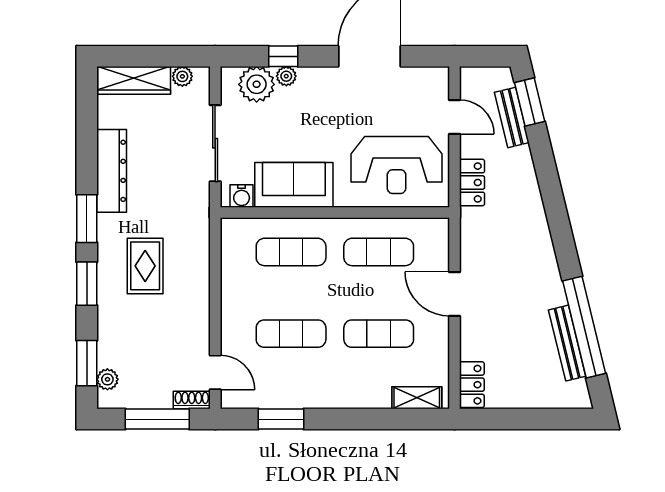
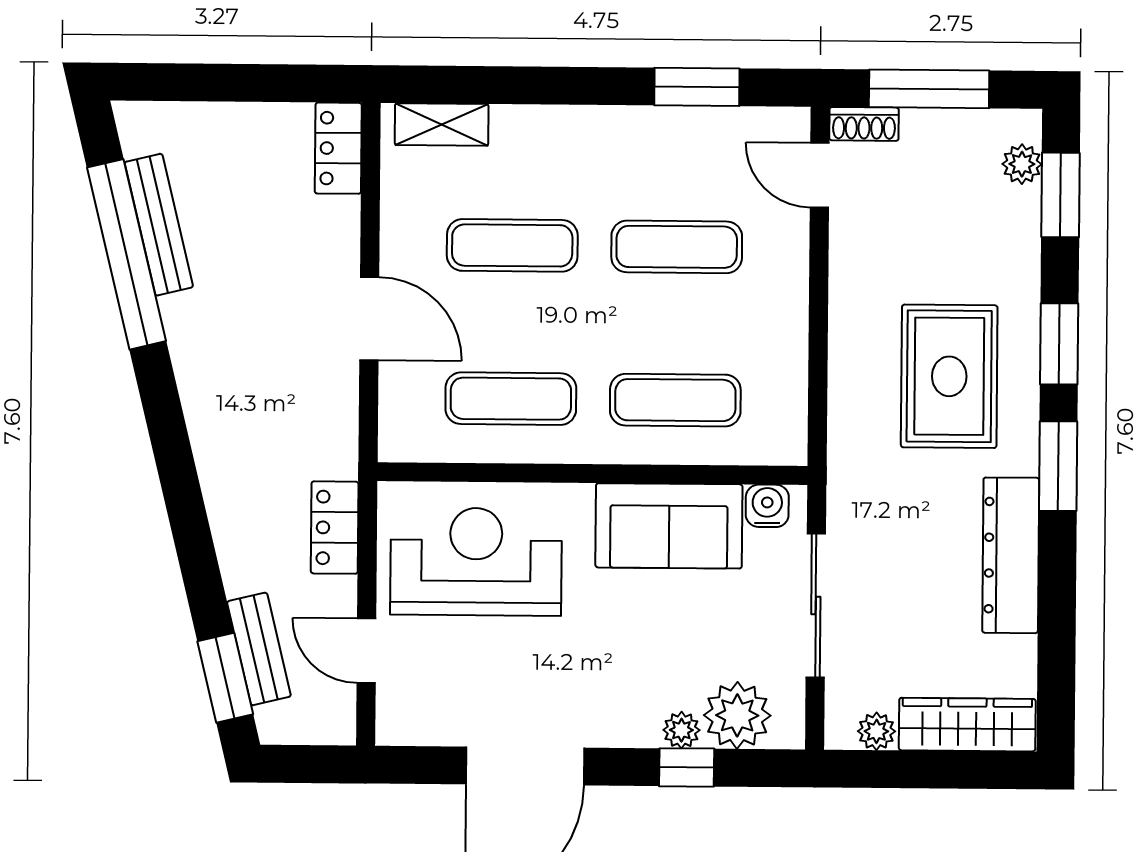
rug: (145, 266) -> (949, 376), width x1.36, depth x1.43

